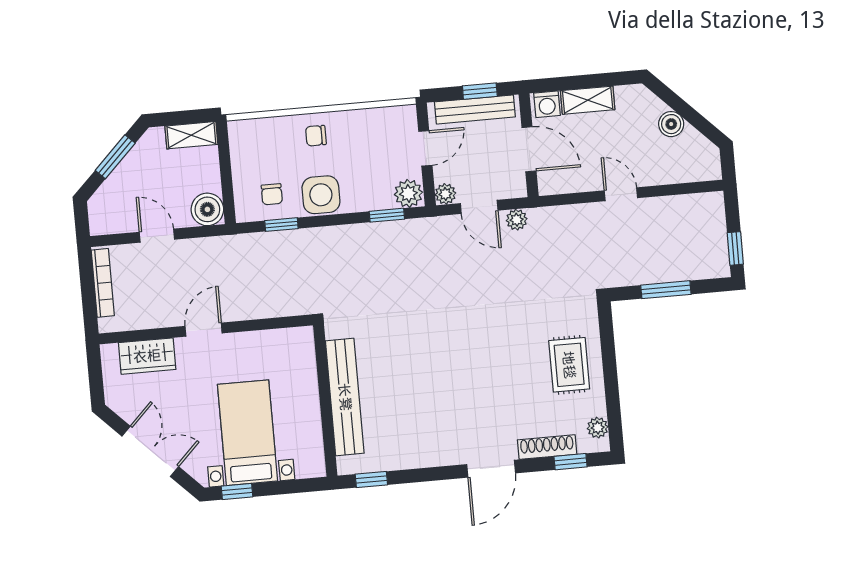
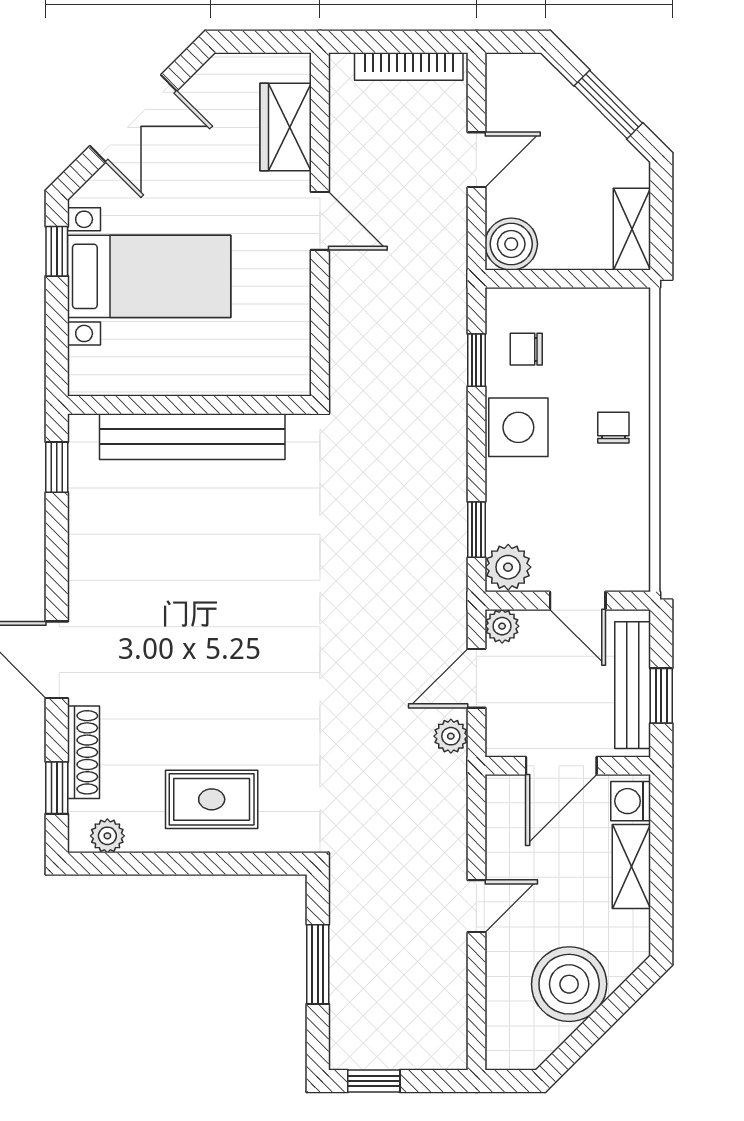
boiler: (671, 124) -> (569, 984), width x1.86, depth x1.86

